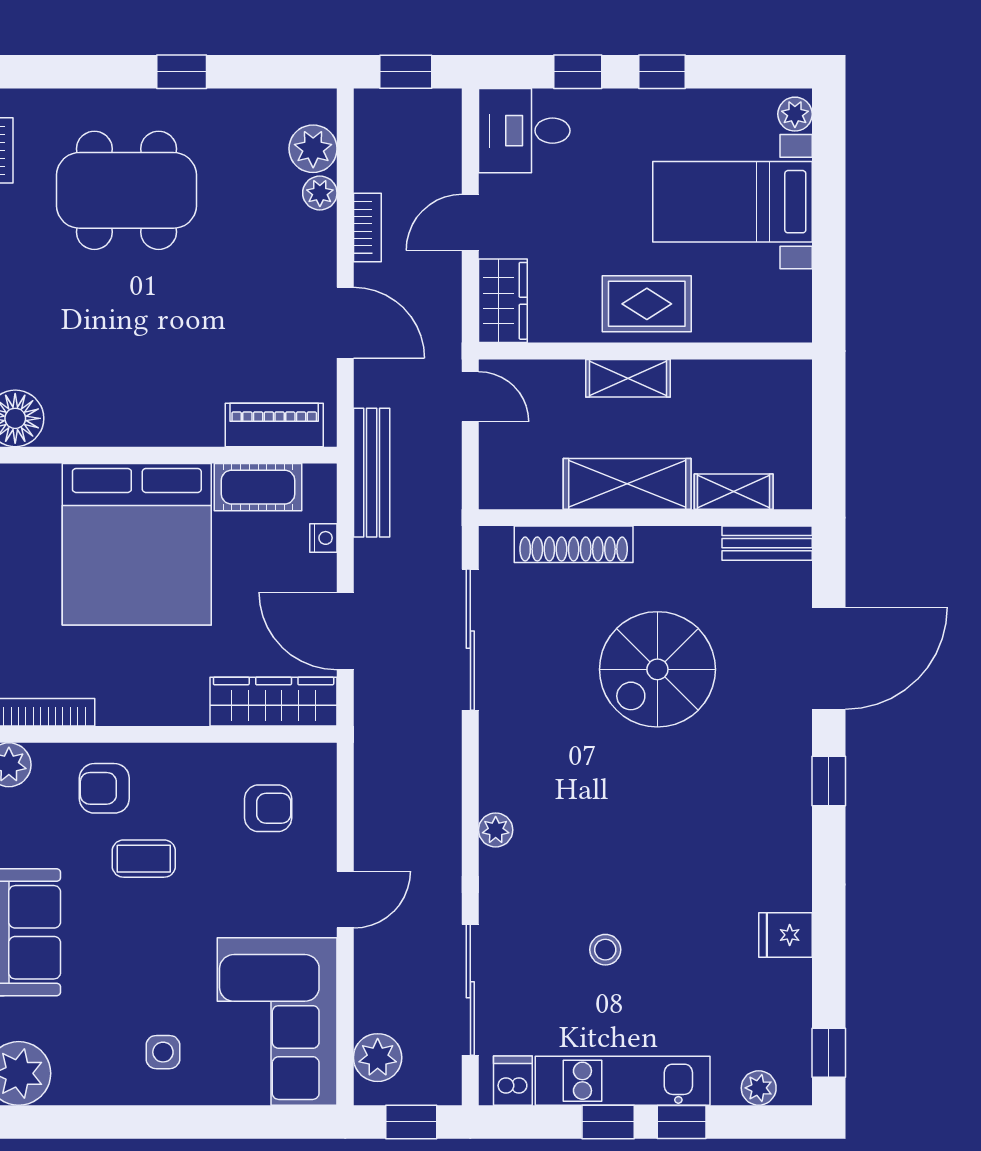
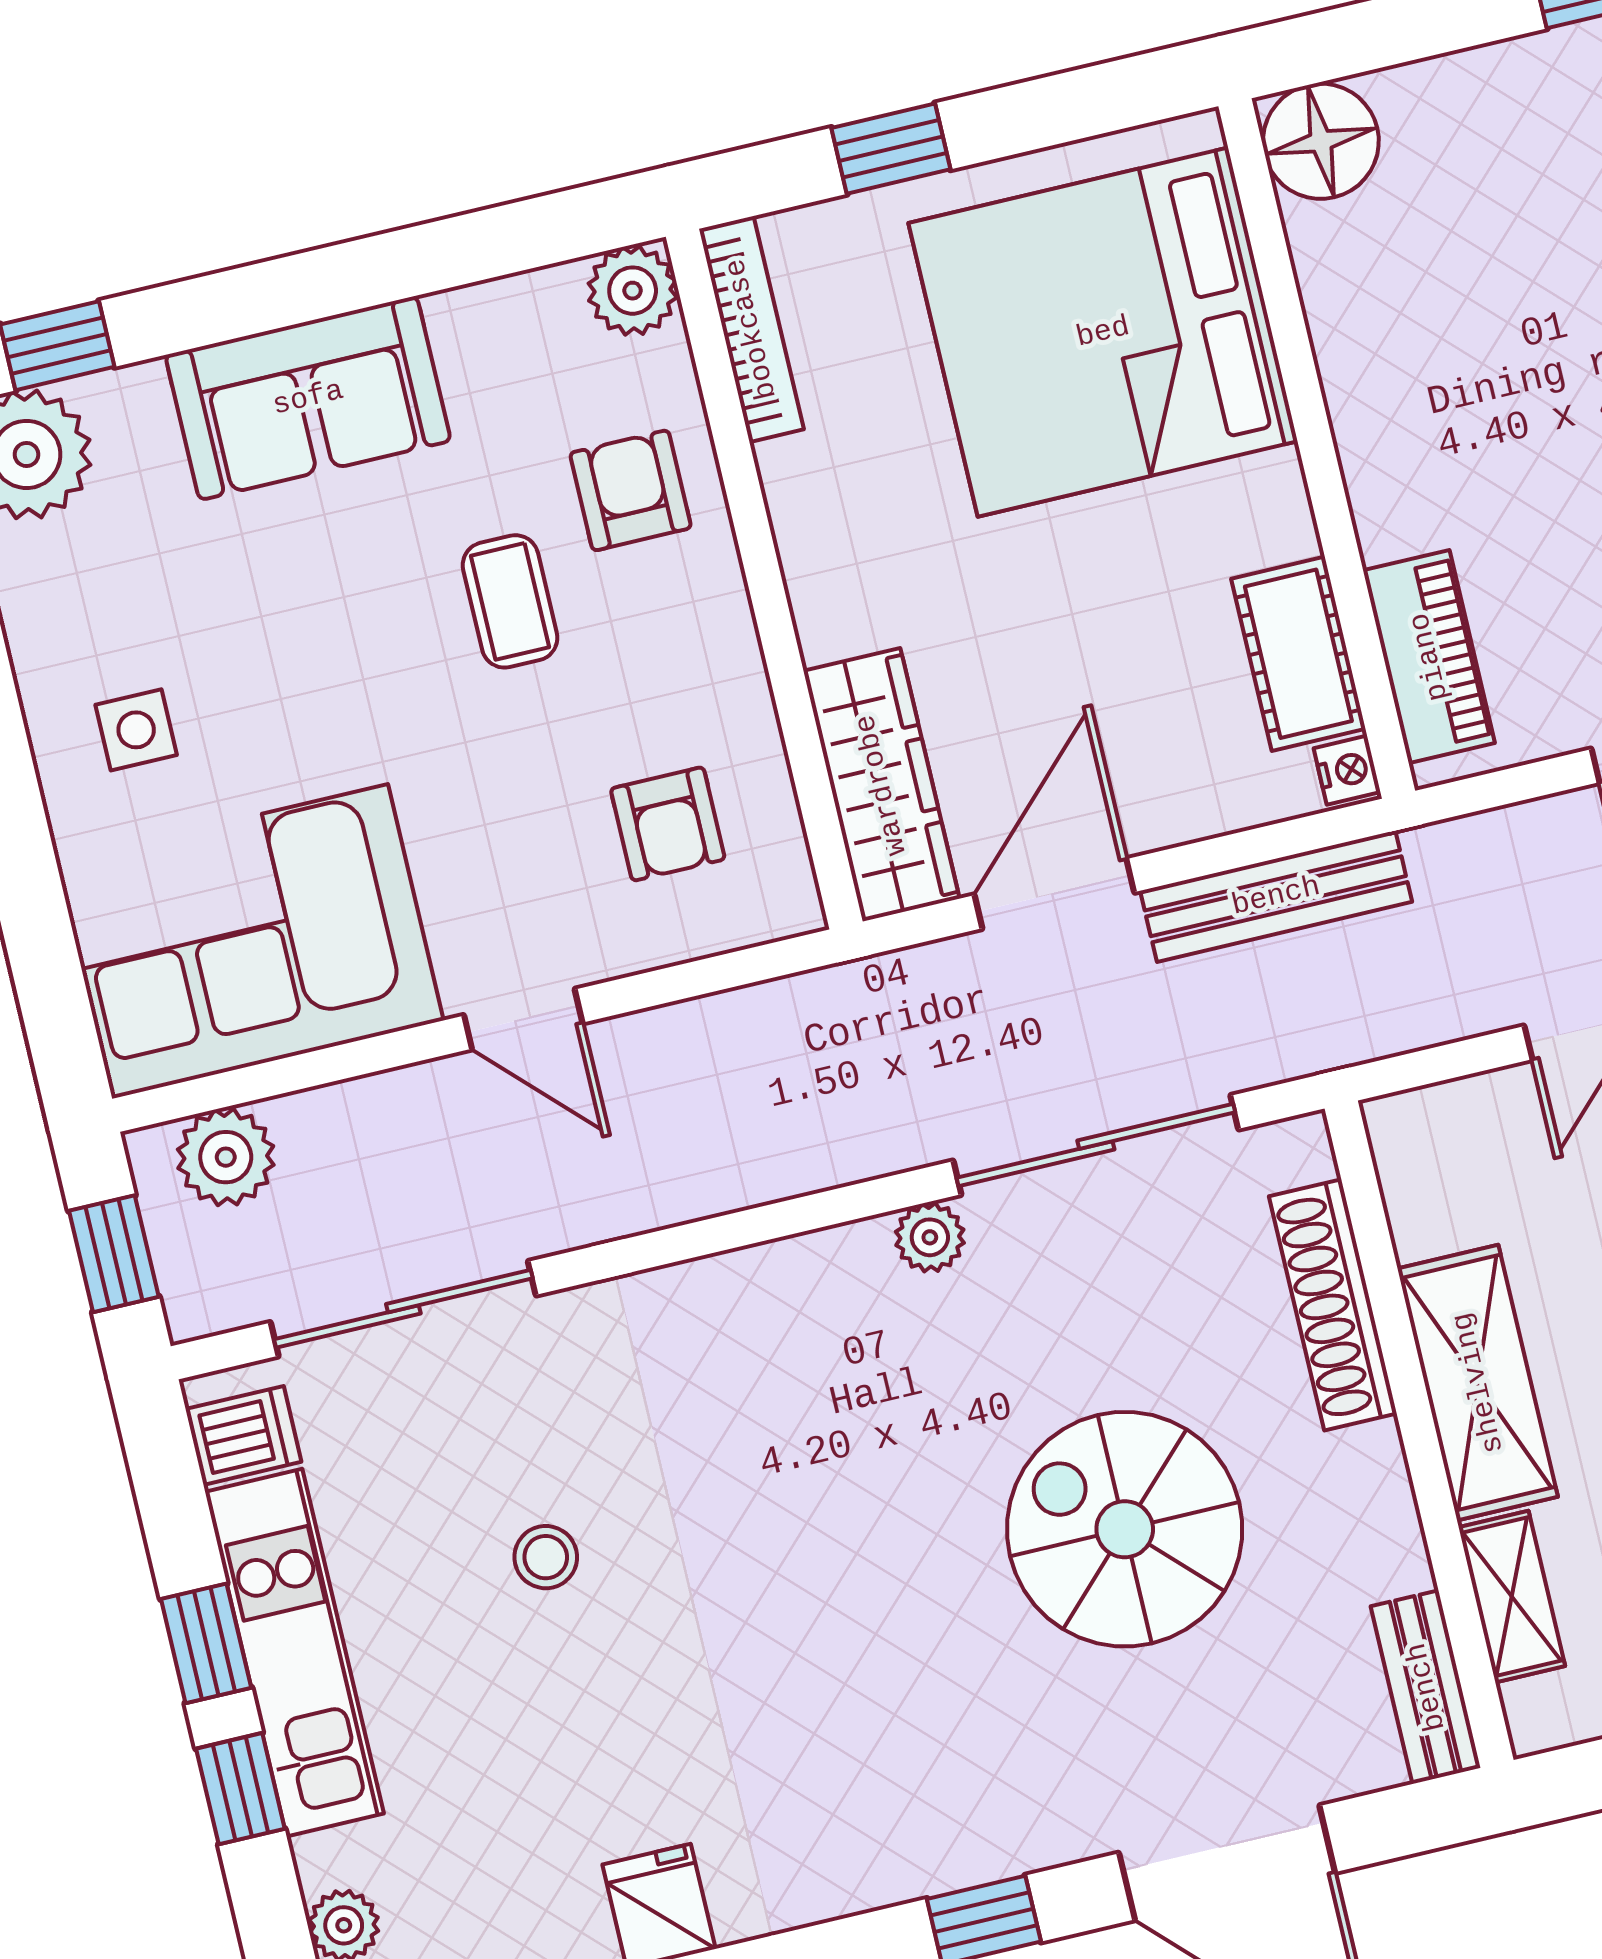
bench: (372, 473) -> (1276, 896), moved
nightstand: (323, 538) -> (1347, 770), moved, turned -90
bed: (137, 544) -> (1103, 332), moved
plant: (496, 830) -> (930, 1237), moved

